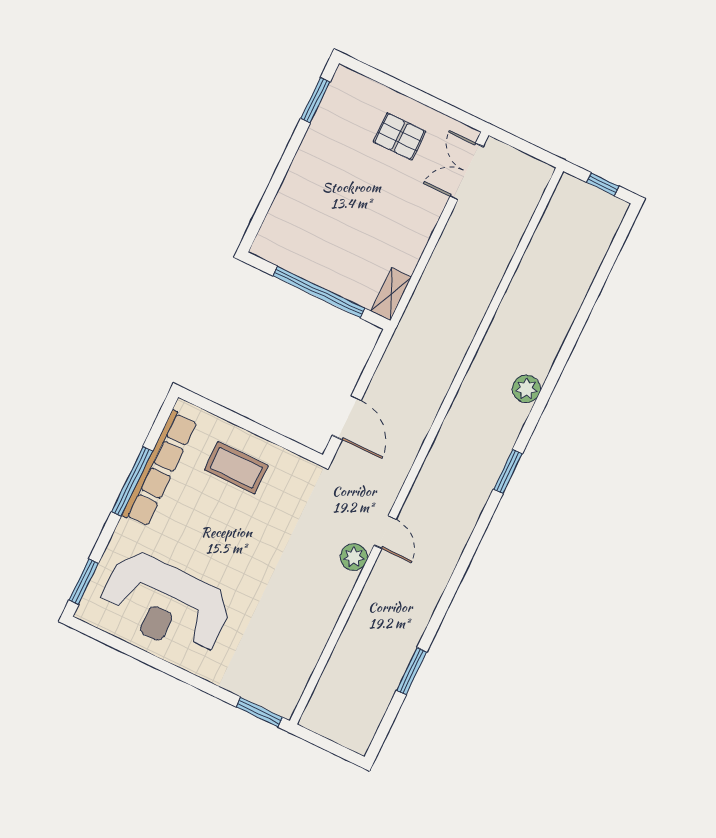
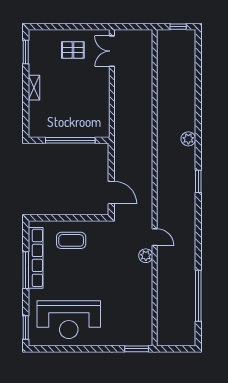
shelving: (391, 294) -> (34, 88), moved
window: (412, 671) -> (198, 296), width x2.11

